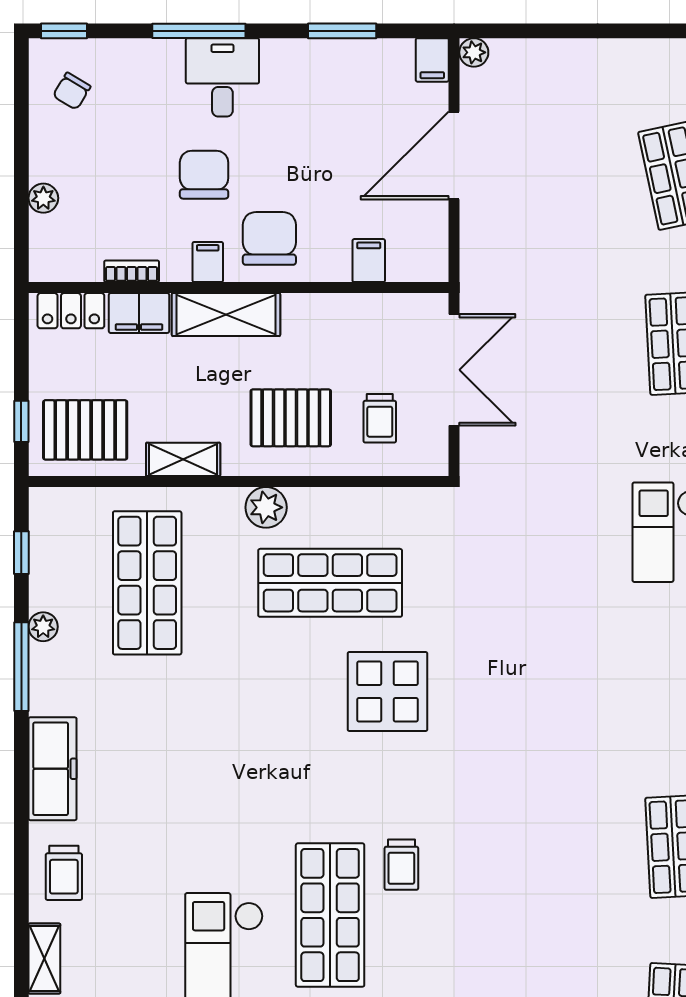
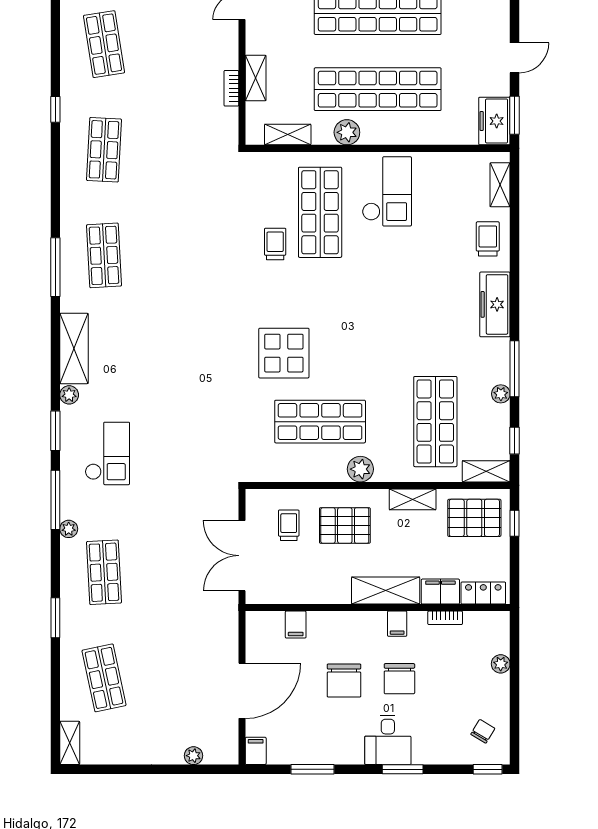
window: (199, 31) -> (403, 769), width x0.69
plant: (474, 52) -> (193, 756), moved
chair: (269, 238) -> (344, 681), moved
shelving: (66, 504) -> (486, 471), added

